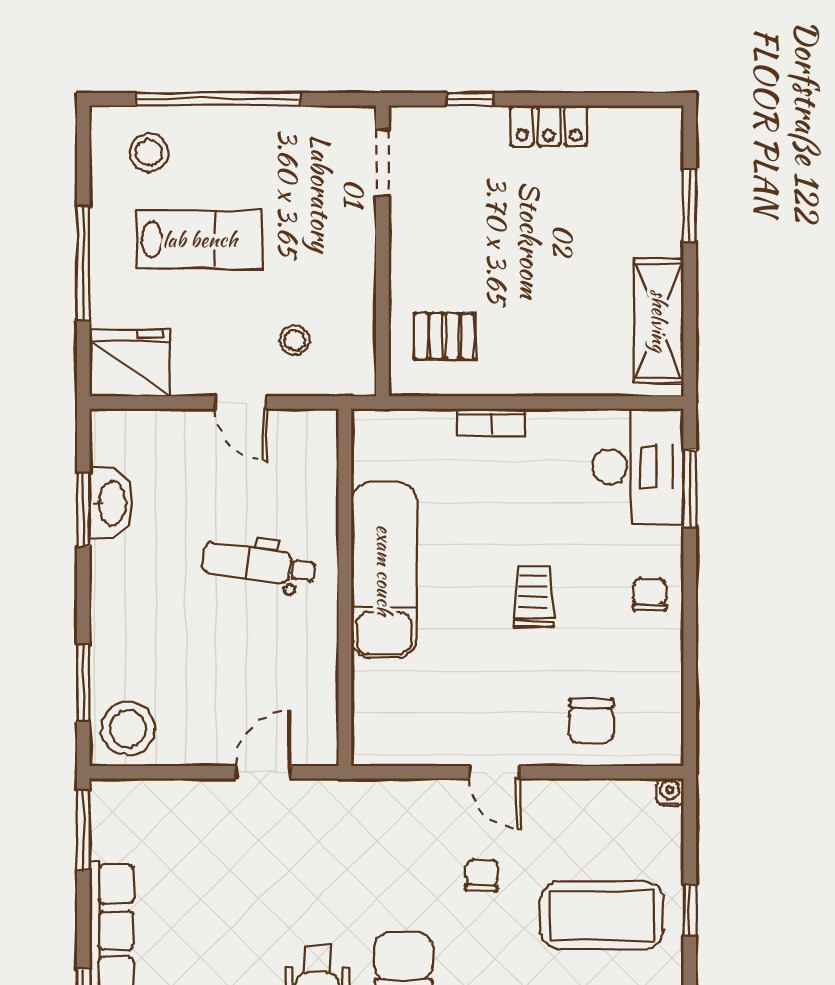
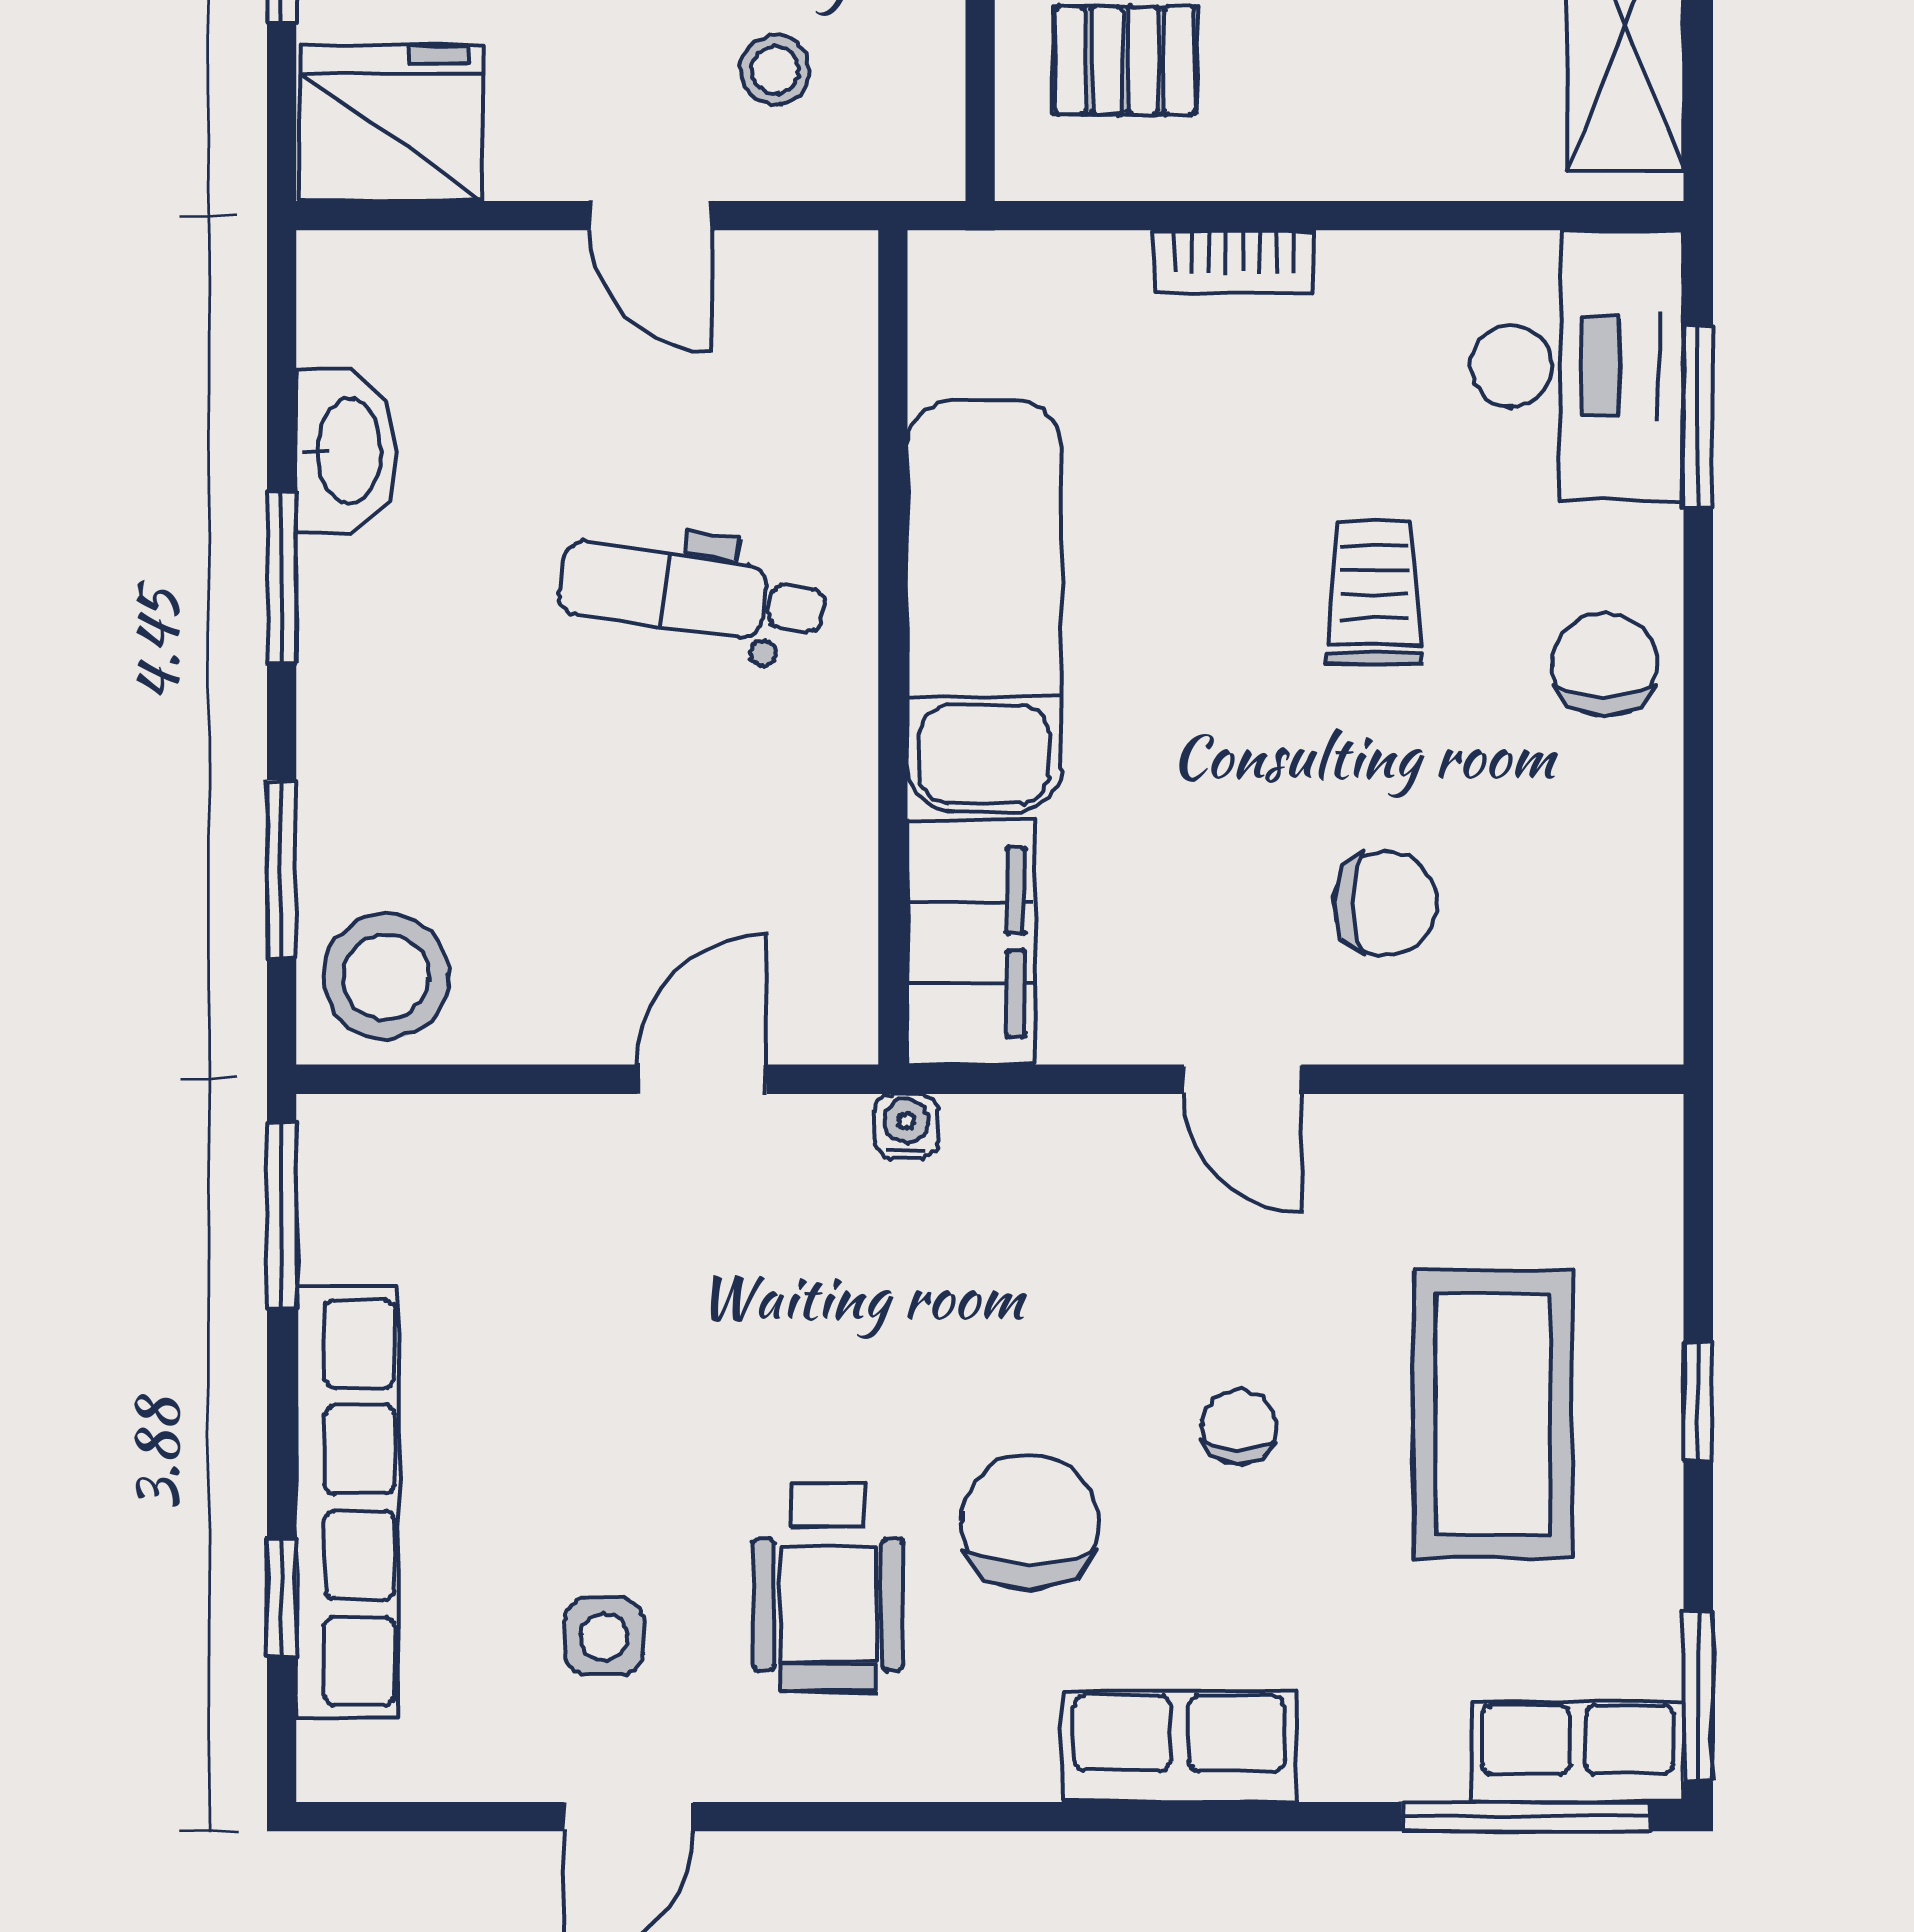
window: (83, 510) -> (282, 577), moved
chair: (650, 595) -> (1605, 664), width x1.37, depth x1.37
trolley: (533, 596) -> (1374, 593), moved
filing cabinet: (378, 714) -> (971, 942), added
chair: (591, 721) -> (1385, 903), moved, turned -90
water cooler: (670, 792) -> (906, 1126), moved
chair: (482, 876) -> (1239, 1427), moved
coffee table: (602, 916) -> (1493, 1414), turned 90

